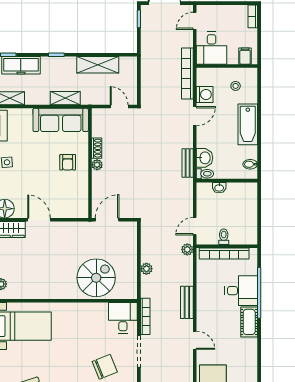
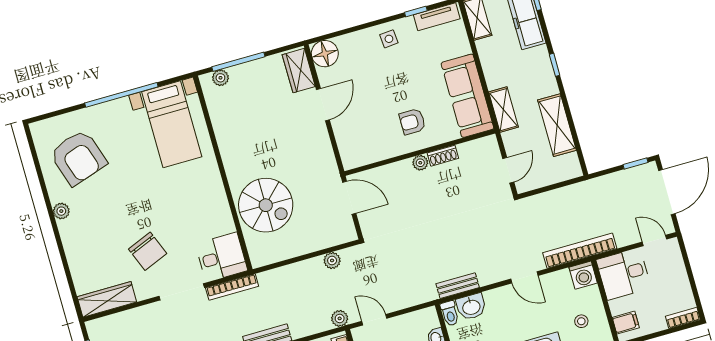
washing machine: (205, 94) -> (583, 275), moved
shelving: (65, 98) -> (503, 110), moved
plant: (146, 269) -> (332, 260), moved

